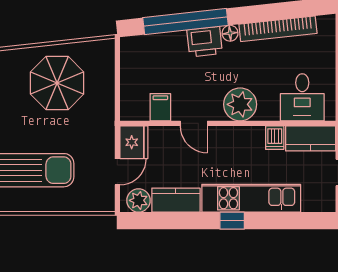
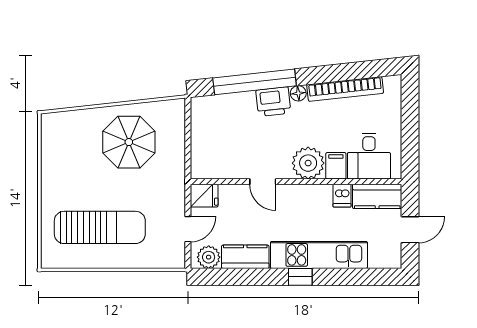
filing cabinet: (160, 107) -> (336, 166), moved
fridge: (134, 142) -> (204, 196), width x0.72

